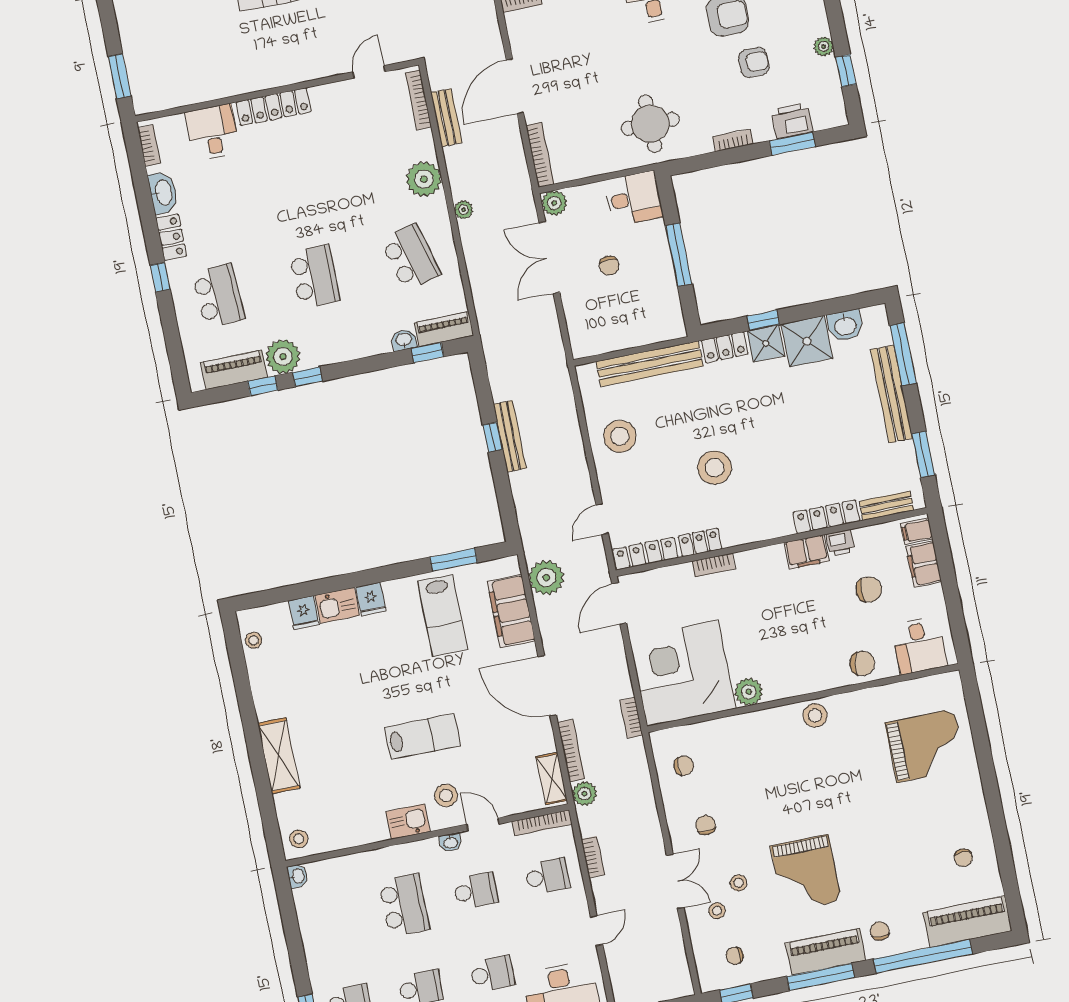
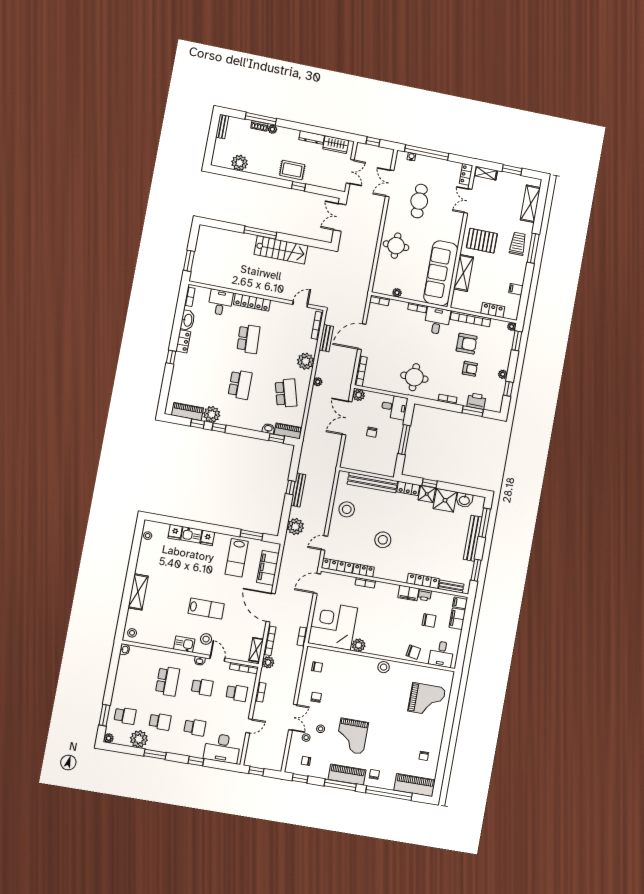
school desk: (218, 296) -> (248, 339), moved
plant: (546, 578) -> (295, 527), moved

